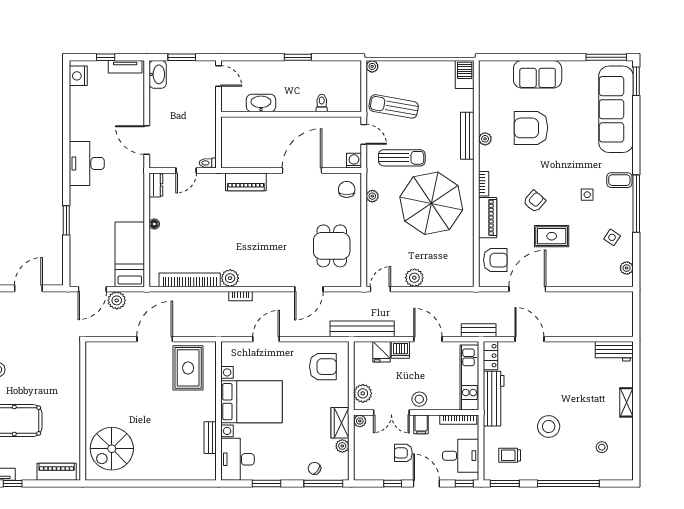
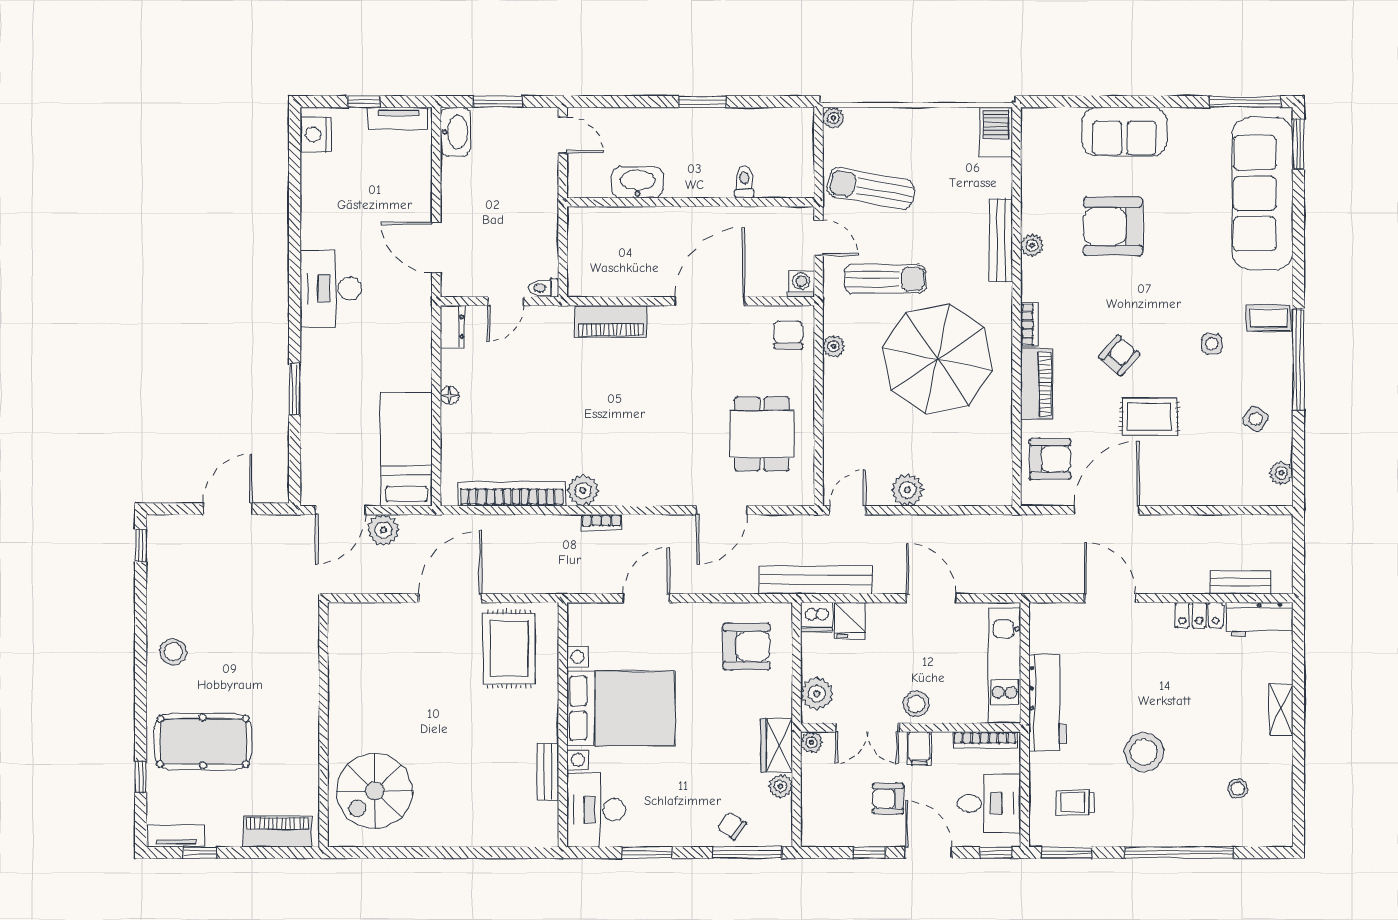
bench: (479, 330) -> (1240, 582), moved
dishwasher: (400, 350) -> (817, 617), moved
locker: (490, 356) -> (1199, 615), moved, turned 90

